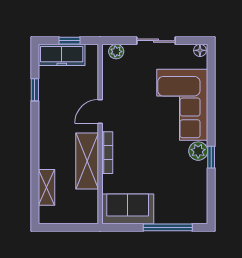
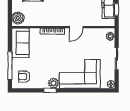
door: (100, 111) -> (76, 27), swing flipped
shelving: (87, 161) -> (48, 20), removed
armchair: (187, 202) -> (24, 77), added
boiler: (84, 213) -> (18, 18), added

